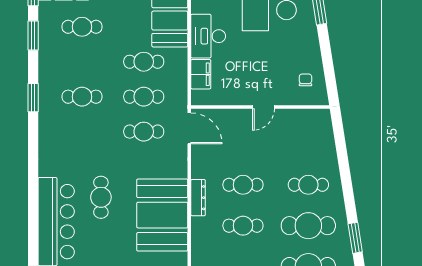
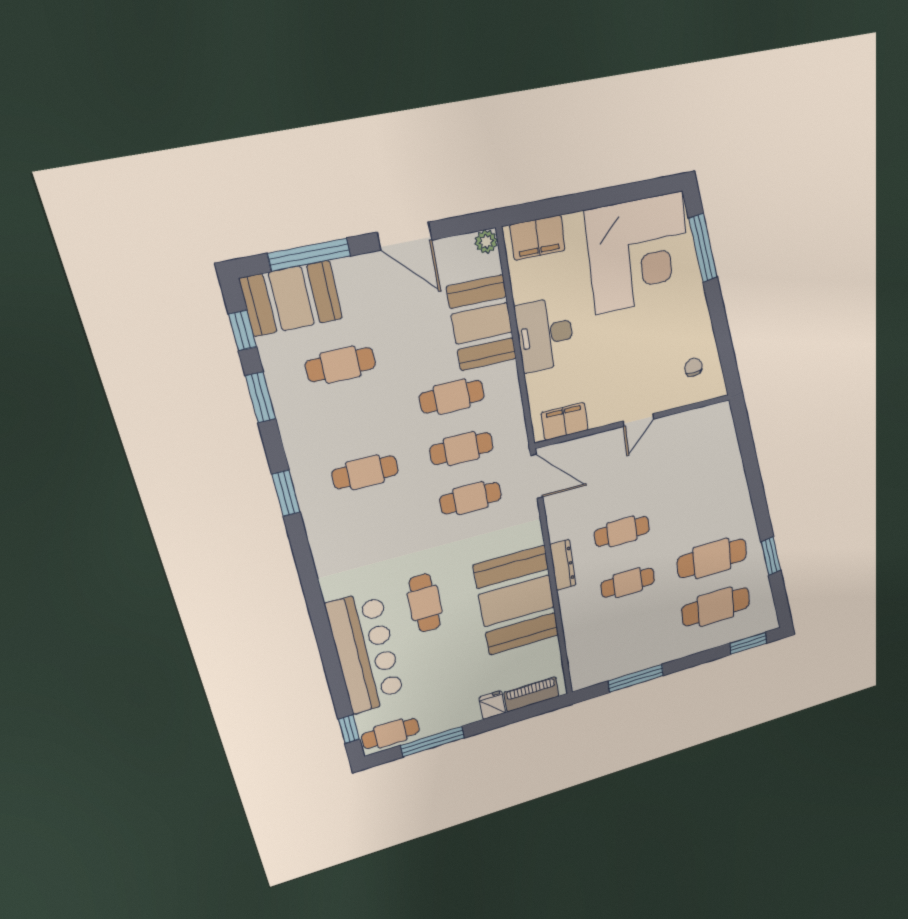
filing cabinet: (201, 74) -> (565, 421), moved, turned -90
cafe table: (308, 185) -> (708, 508), removed

